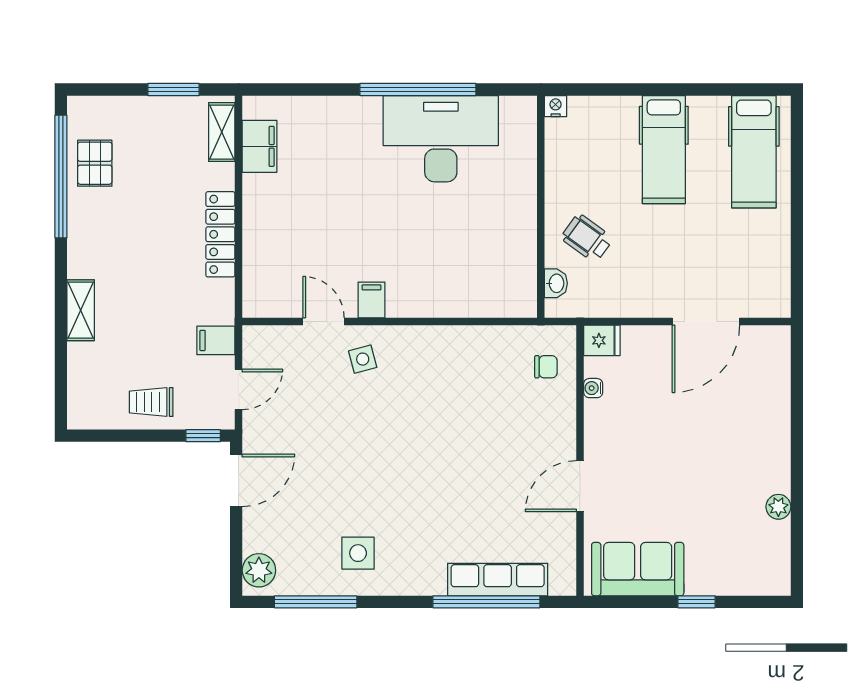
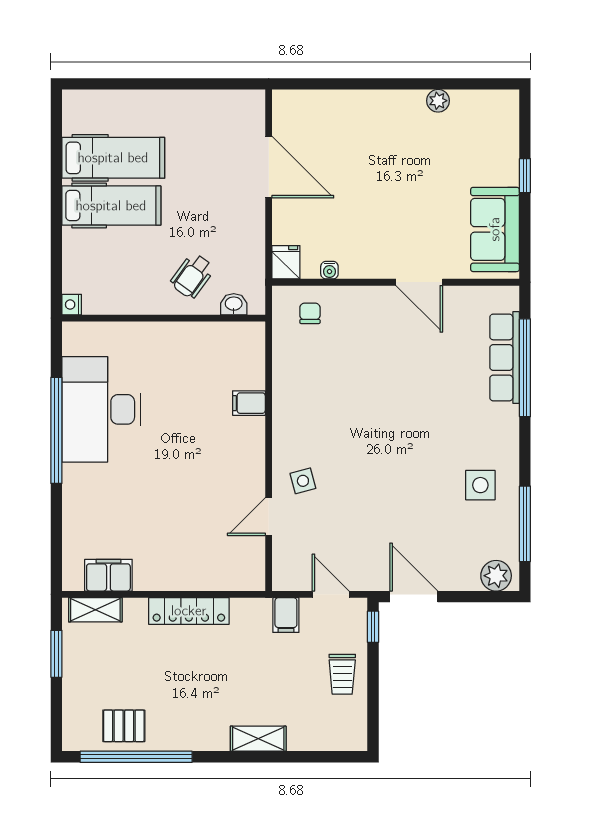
hospital bed: (754, 152) -> (113, 158), moved
filing cabinet: (371, 300) -> (249, 403), moved

